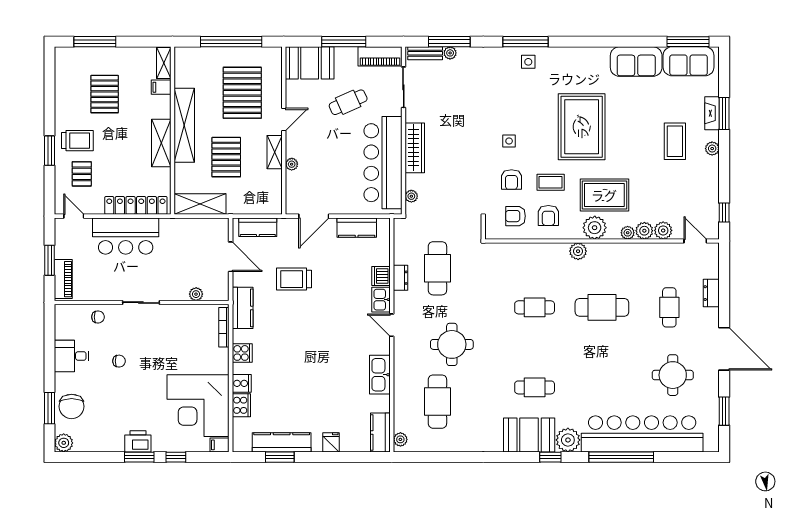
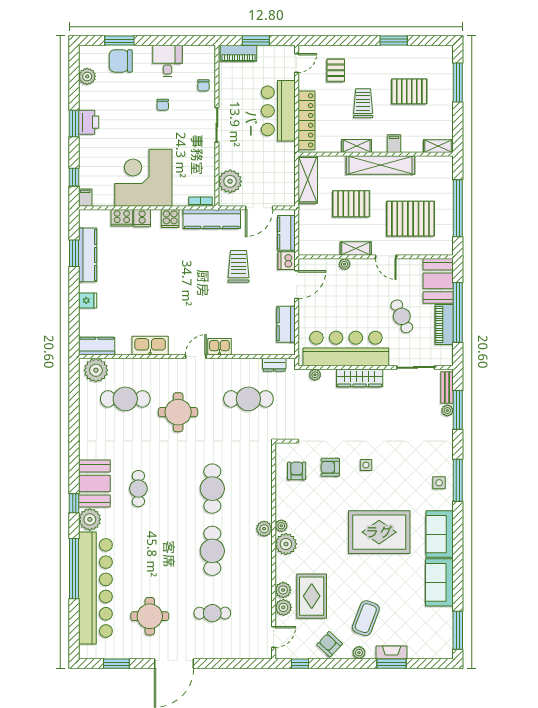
window: (344, 42) -> (458, 312), width x1.46
piano: (380, 56) -> (444, 325), moved
sofa: (689, 61) -> (440, 534), moved
filing cabinet: (161, 87) -> (394, 144), moved
trolley: (77, 141) -> (363, 103), moved, turned 180
coffee table: (675, 141) -> (366, 618), turned -69
shelving: (161, 143) -> (357, 146), width x0.67, depth x0.75
window: (50, 151) -> (394, 41), moved
pallet: (82, 174) -> (336, 70), turned 90
coffee table: (551, 182) -> (328, 503), removed
rug: (604, 195) -> (312, 596), moved
armchair: (548, 215) -> (330, 644), moved, turned 43
door: (314, 216) -> (297, 285), swing flipped
plant: (628, 233) -> (281, 526), moved
dishwasher: (381, 276) -> (287, 261), moved, turned -90
dresser: (401, 278) -> (274, 365), moved
dresser: (711, 293) -> (225, 652), removed
plant: (196, 294) -> (230, 181), width x1.88, depth x1.88
cafe table: (535, 307) -> (212, 489), width x1.37, depth x1.35
kitchen counter: (243, 308) -> (212, 219), width x1.50
bookcase: (224, 327) -> (201, 202), width x0.64
corner desk: (198, 406) -> (143, 178), moved
plant: (400, 439) -> (96, 370), width x1.88, depth x1.88
plant: (64, 443) -> (87, 76), moved
window: (176, 457) -> (74, 177), moved

